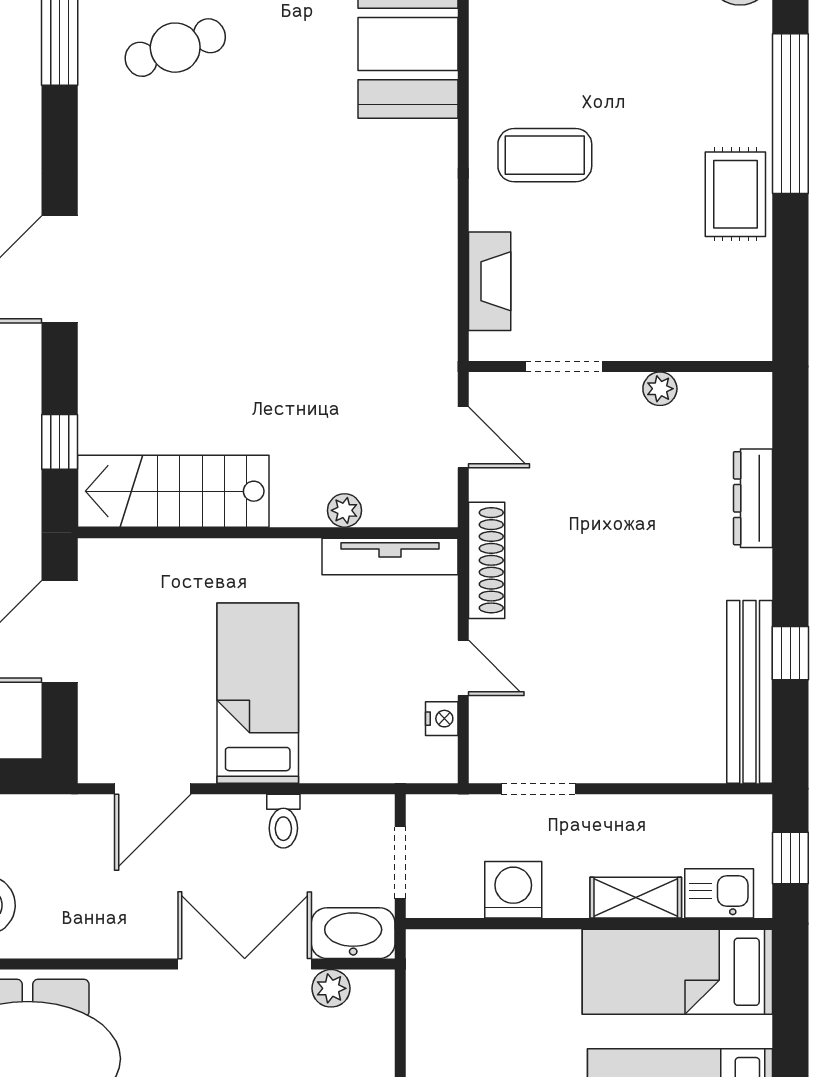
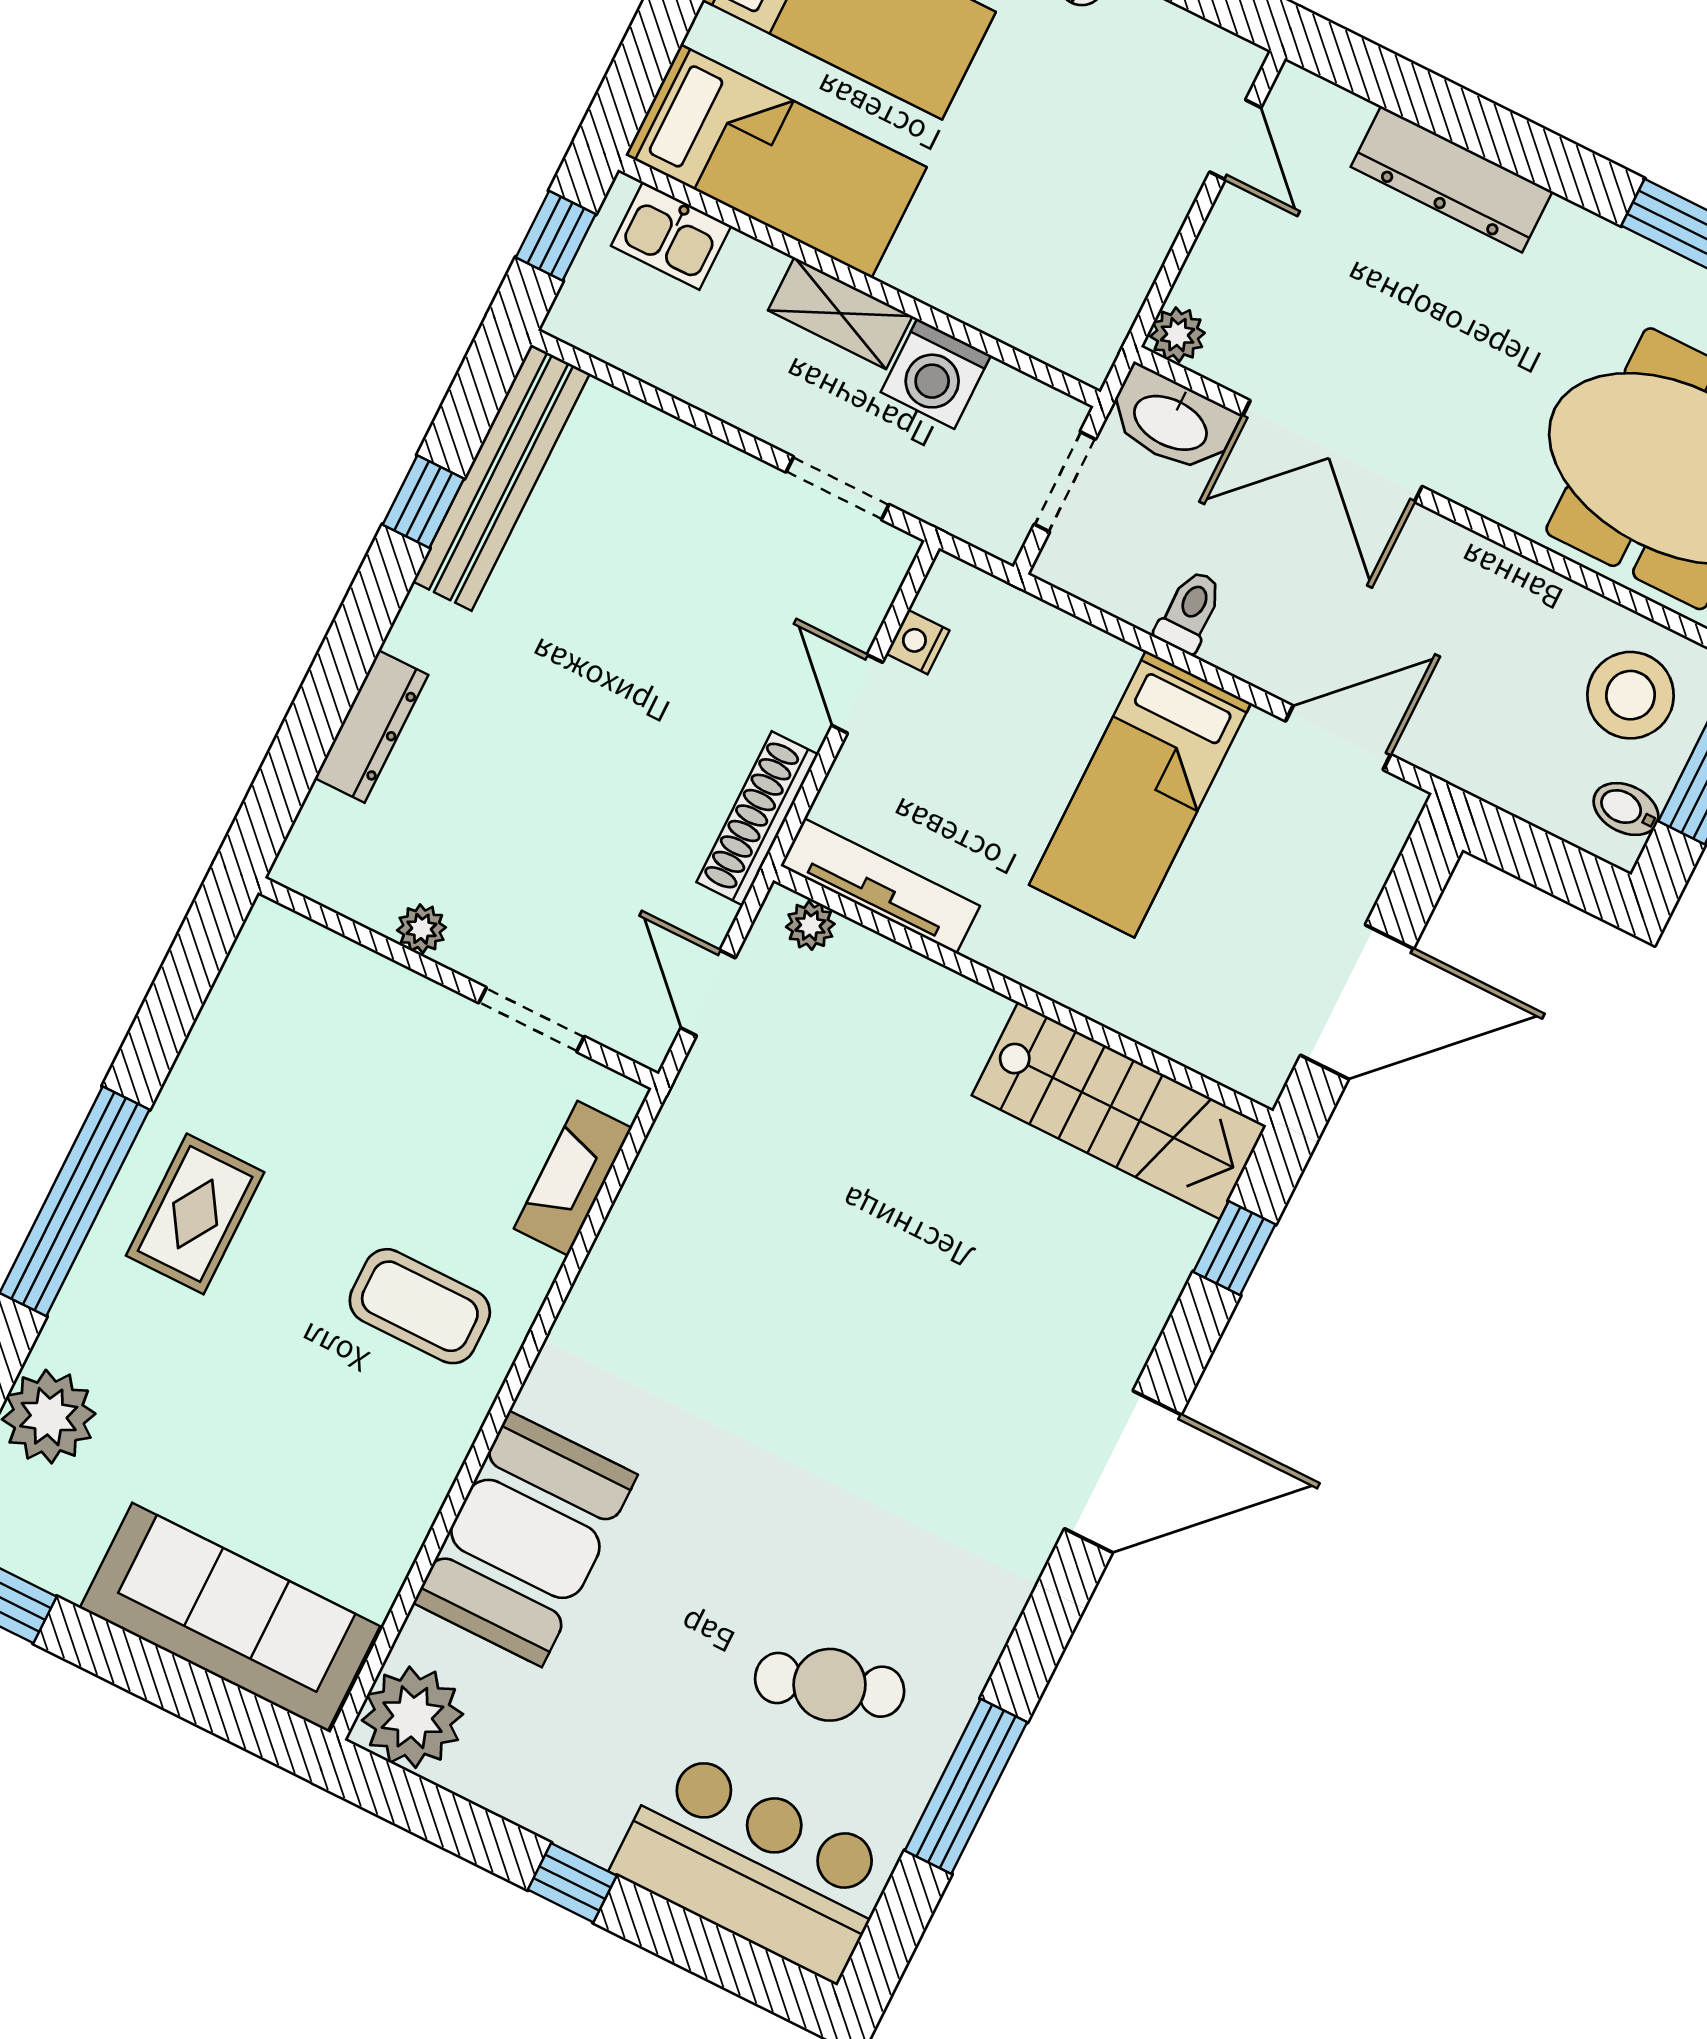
rug: (735, 194) -> (195, 1214), moved
plant: (344, 510) -> (810, 925), moved
shelving: (636, 898) -> (840, 313), moved
plant: (331, 988) -> (1178, 335), moved

